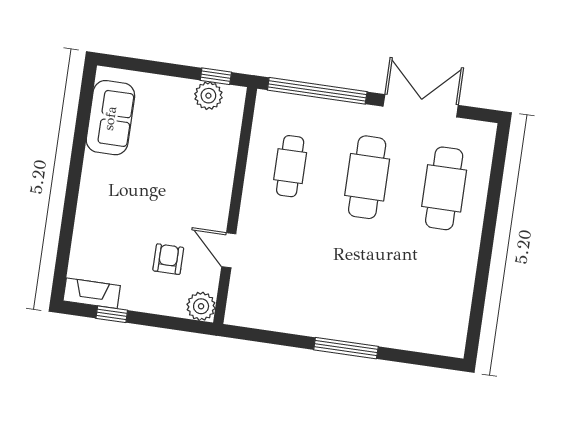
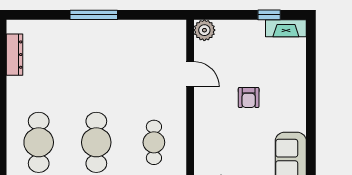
armchair: (168, 259) -> (249, 98), moved
dresser: (460, 310) -> (14, 55), added

